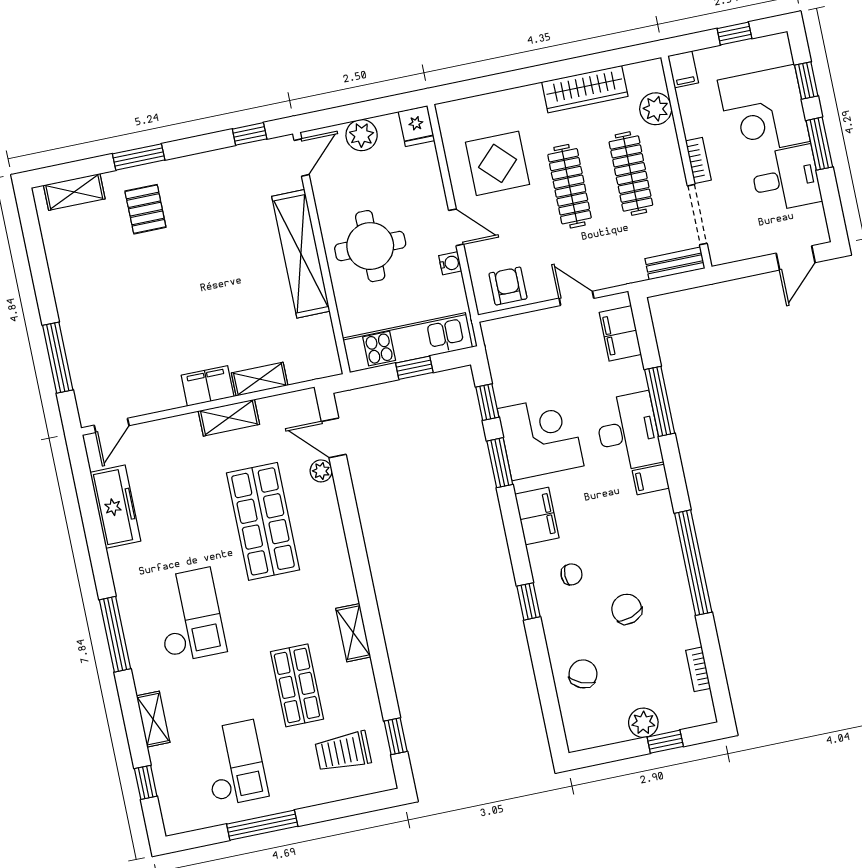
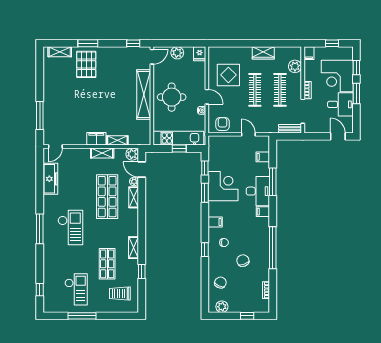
wardrobe: (585, 89) -> (263, 53), width x0.67
pallet: (145, 209) -> (86, 64), width x1.50, depth x1.42
door: (796, 258) -> (338, 136), swing flipped
filing cabinet: (620, 333) -> (263, 157), width x0.50
plant: (303, 405) -> (132, 154), added
filing cabinet: (537, 516) -> (215, 222), width x0.50
shelving: (153, 719) -> (134, 197), moved
plant: (643, 723) -> (222, 307), moved
window: (396, 736) -> (142, 272), moved

